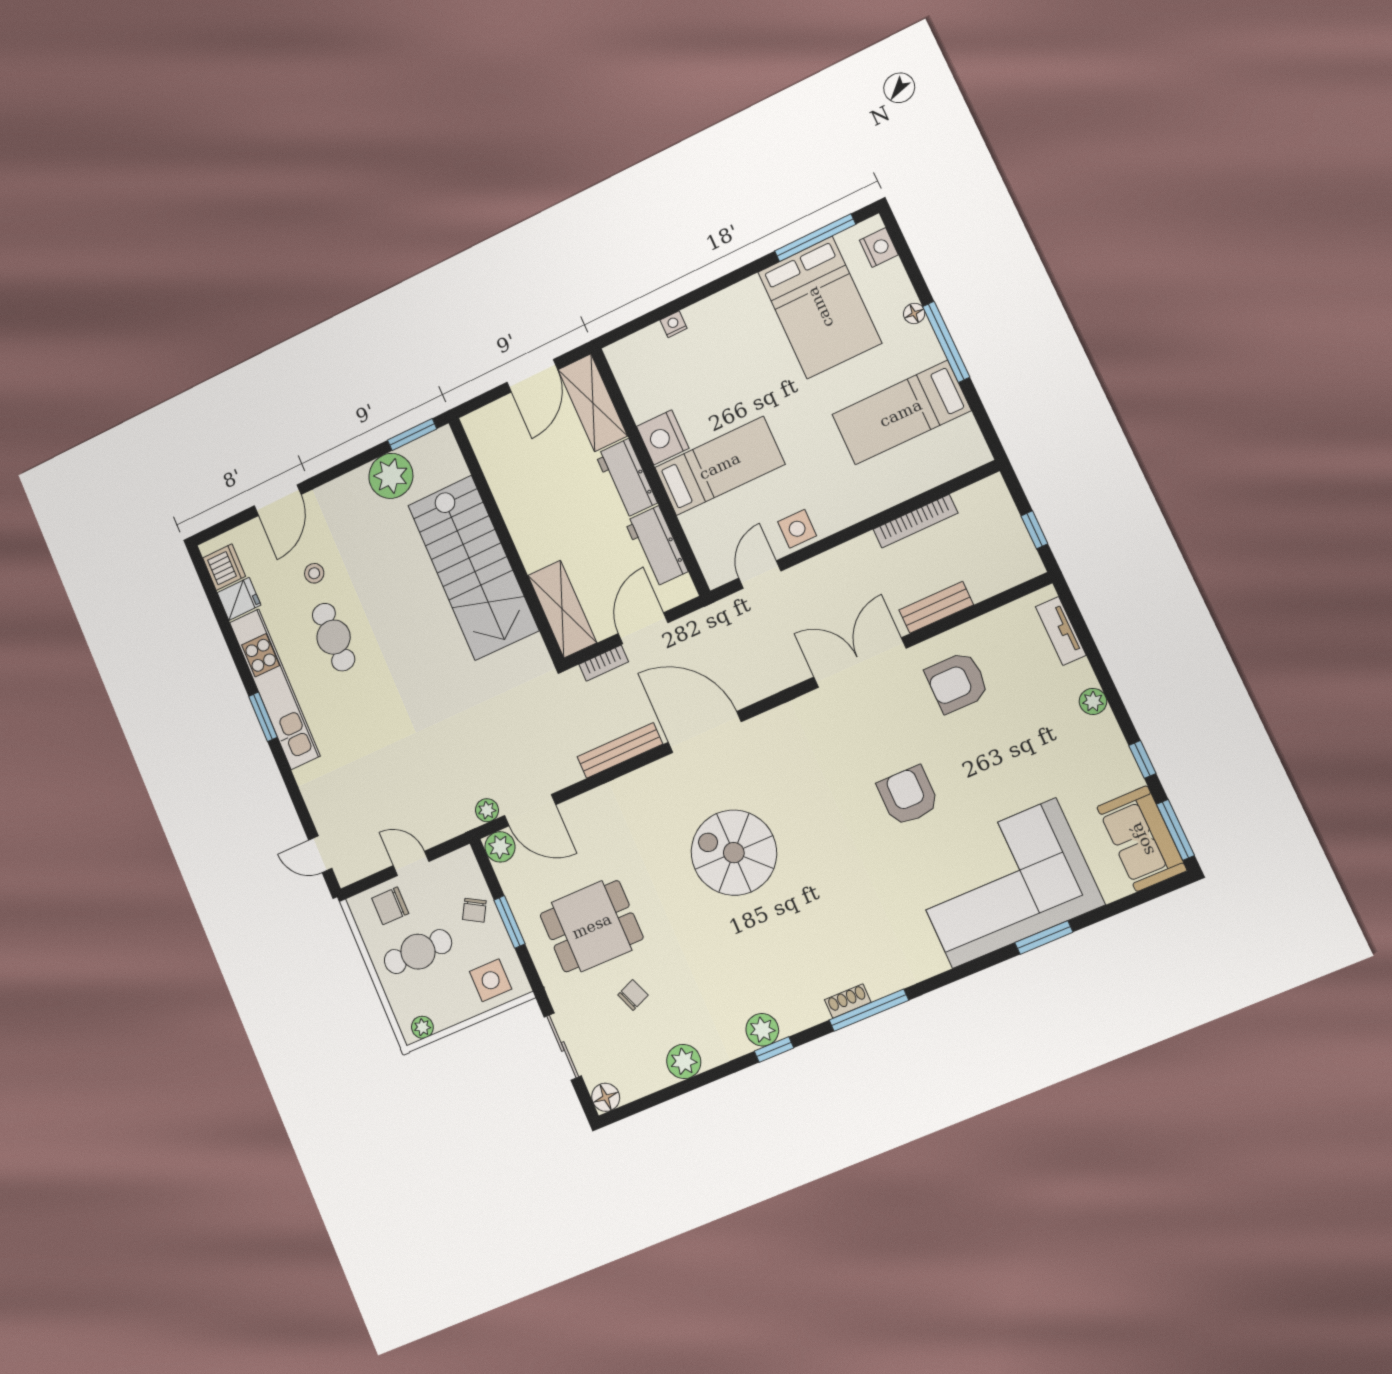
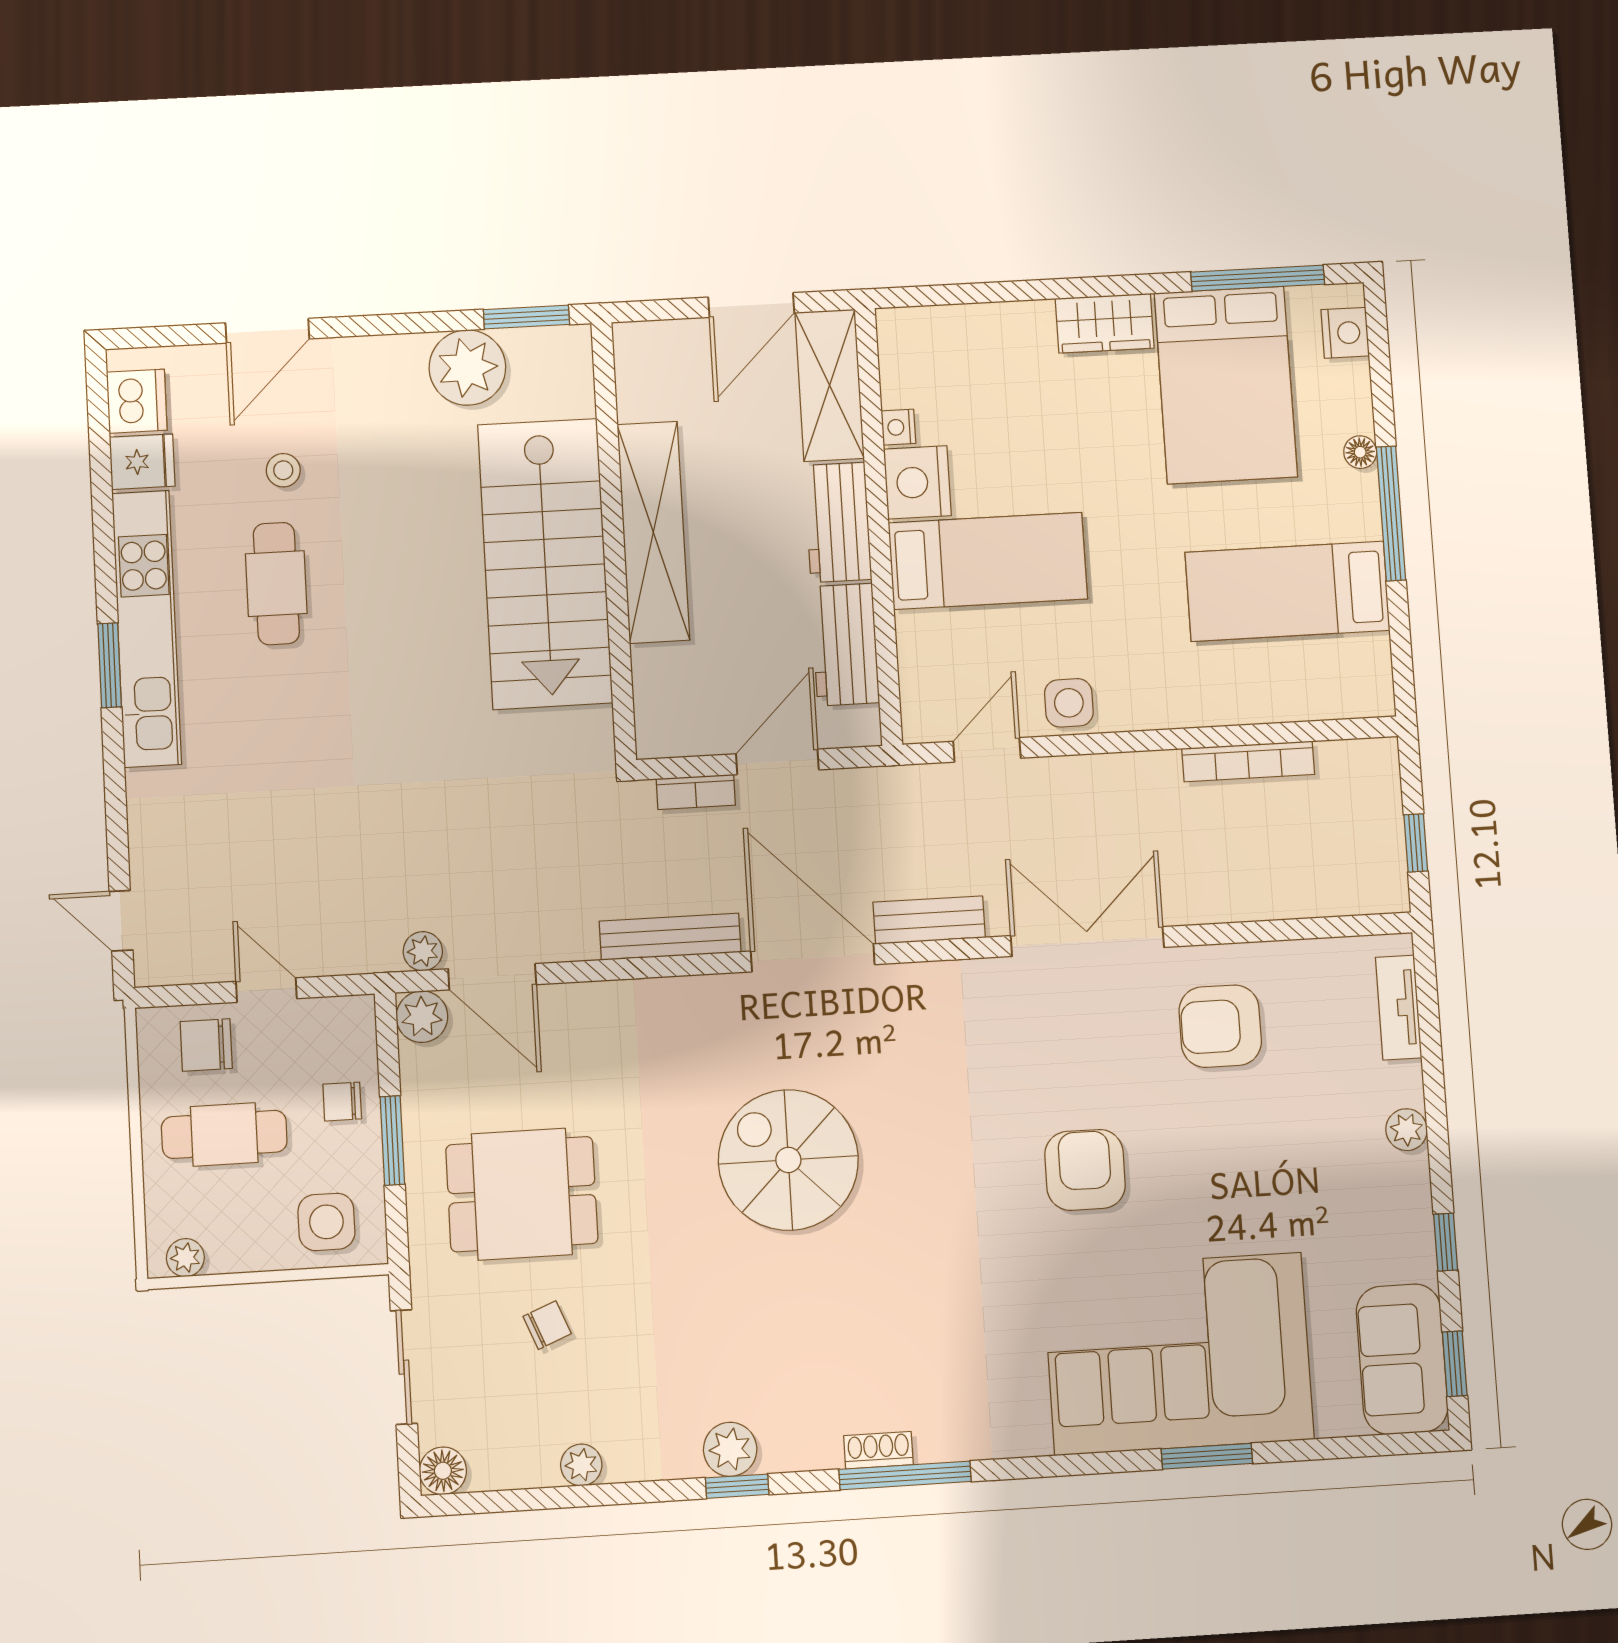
wardrobe: (736, 302) -> (1105, 323), added
nightstand: (674, 324) -> (898, 427), moved, turned -90
bench: (936, 607) -> (929, 920), moved
shelving: (562, 609) -> (653, 532), moved, width x1.47
window: (1175, 830) -> (1455, 1364), width x0.67
chair: (474, 910) -> (342, 1102), turned 60
plant: (684, 1061) -> (581, 1465), width x0.73, depth x0.73

